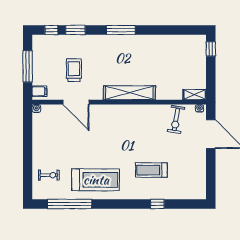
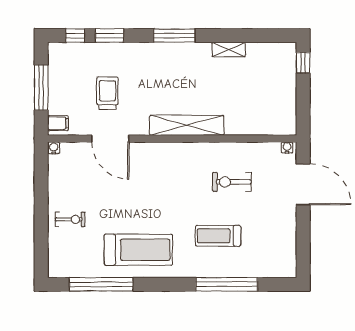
shelving: (195, 95) -> (229, 50), moved
exercise bike: (176, 120) -> (232, 182), moved, turned 81
exercise bike: (49, 175) -> (70, 219), moved
window: (157, 204) -> (227, 284), width x3.17

